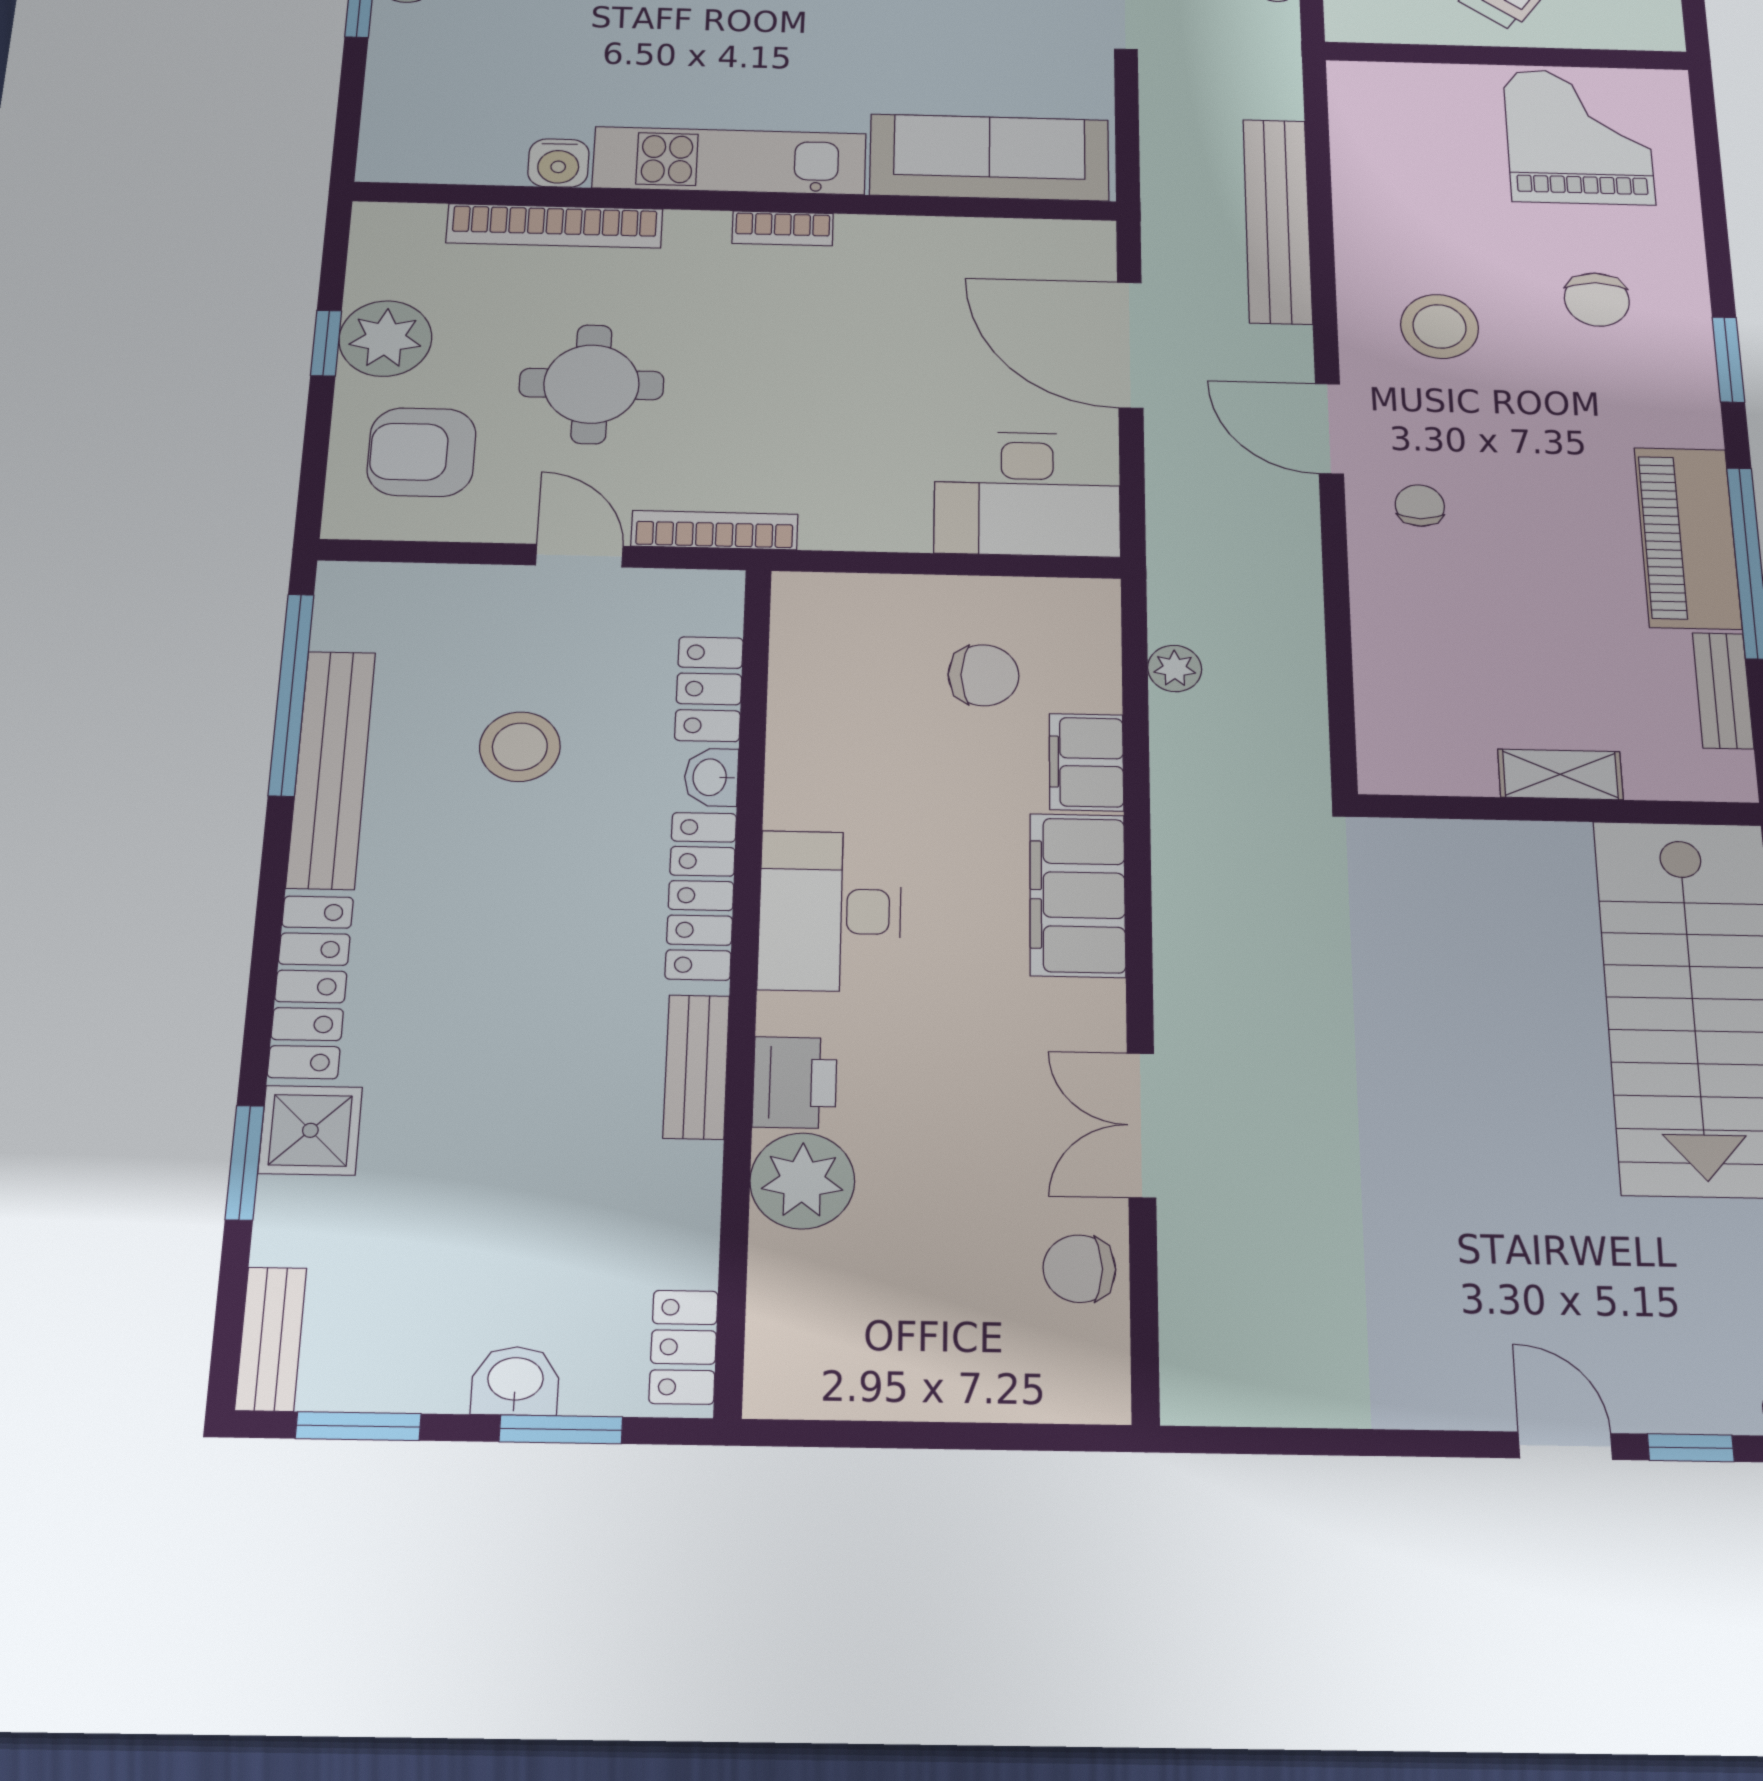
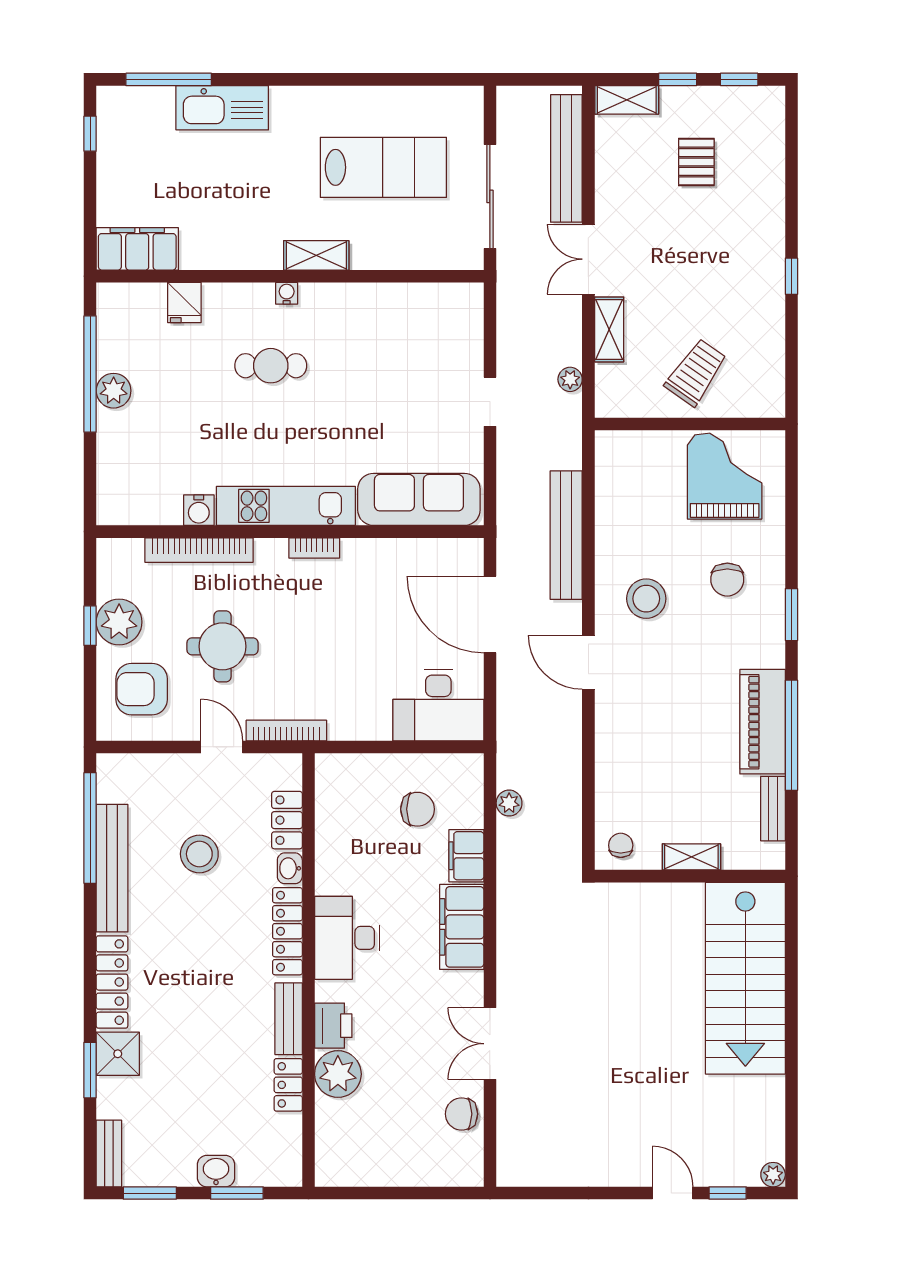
chair: (1420, 506) -> (621, 845), moved
locker: (684, 1347) -> (288, 1085), moved

